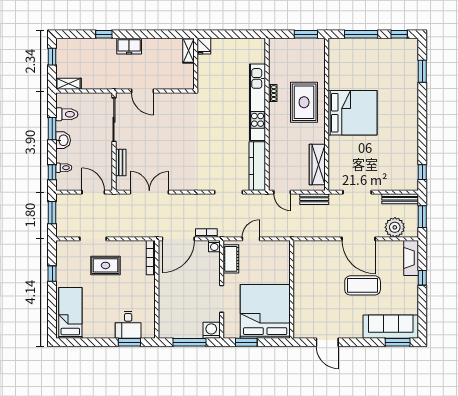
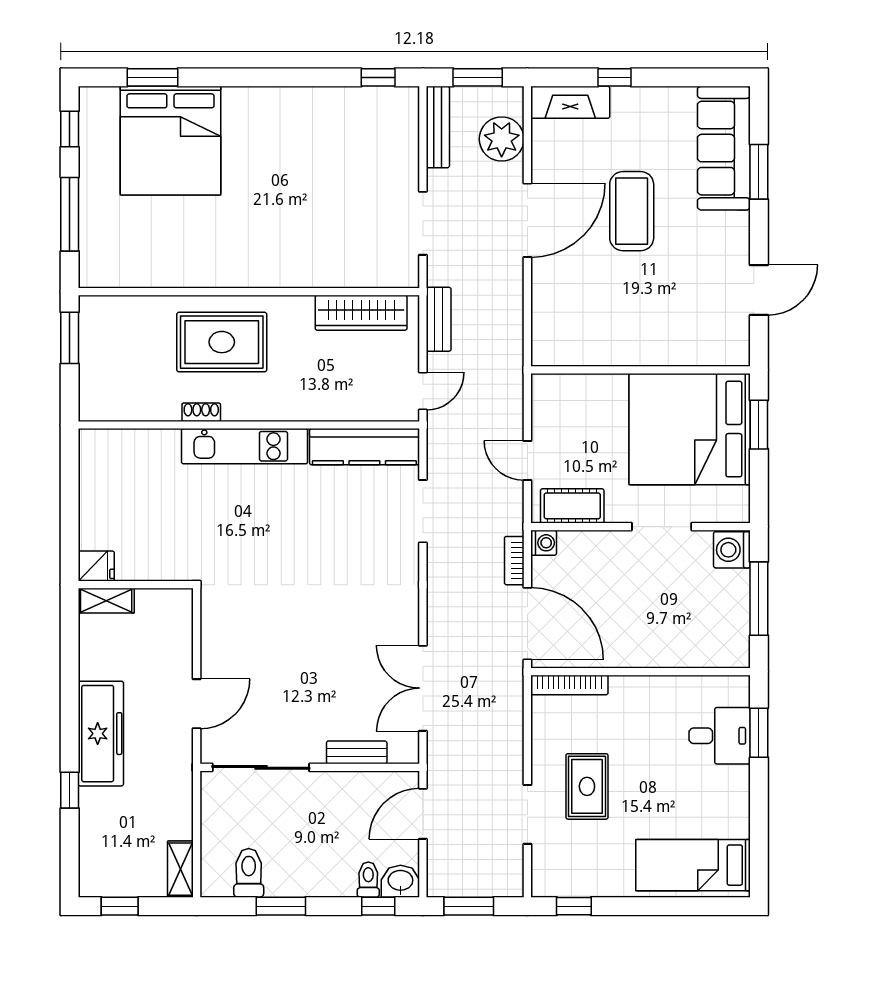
freezer: (129, 46) -> (101, 734), width x1.91, depth x1.26
kitchen unit: (257, 102) -> (245, 446), width x0.73
bed: (352, 113) -> (170, 141), moved, turned 180
washbasin: (63, 140) -> (400, 881), moved
window: (52, 274) -> (574, 906), moved
window: (246, 342) -> (759, 425), moved
window: (398, 342) -> (759, 172), moved

